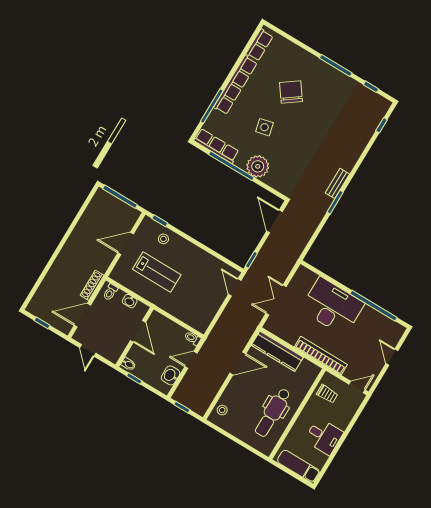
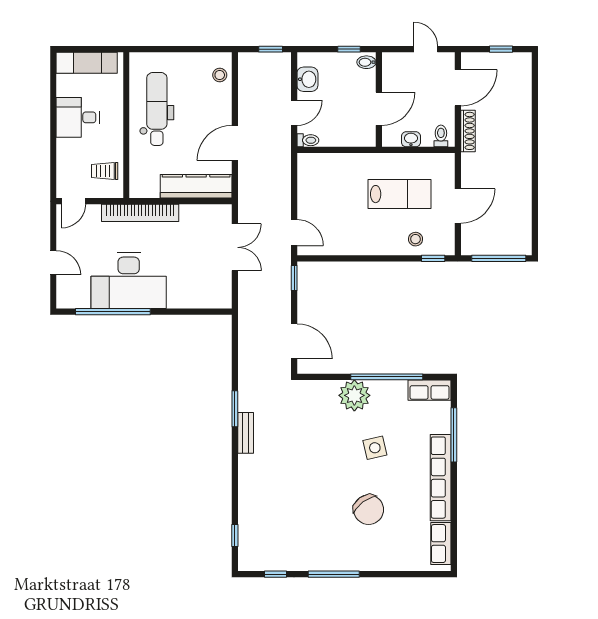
row of seats: (216, 146) -> (430, 390), width x0.68
lab bench: (157, 272) -> (400, 194), turned 180
desk: (332, 306) -> (129, 281), moved
door: (138, 331) -> (379, 109), swing flipped

